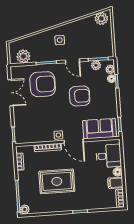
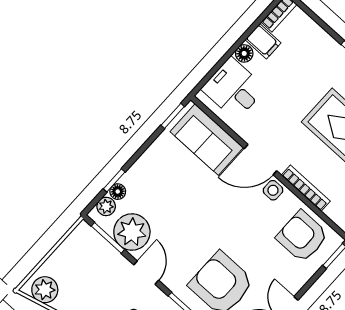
plant: (96, 65) -> (132, 232), width x1.88, depth x1.88
armchair: (80, 96) -> (302, 236), moved
door: (74, 141) -> (261, 160), swing flipped

